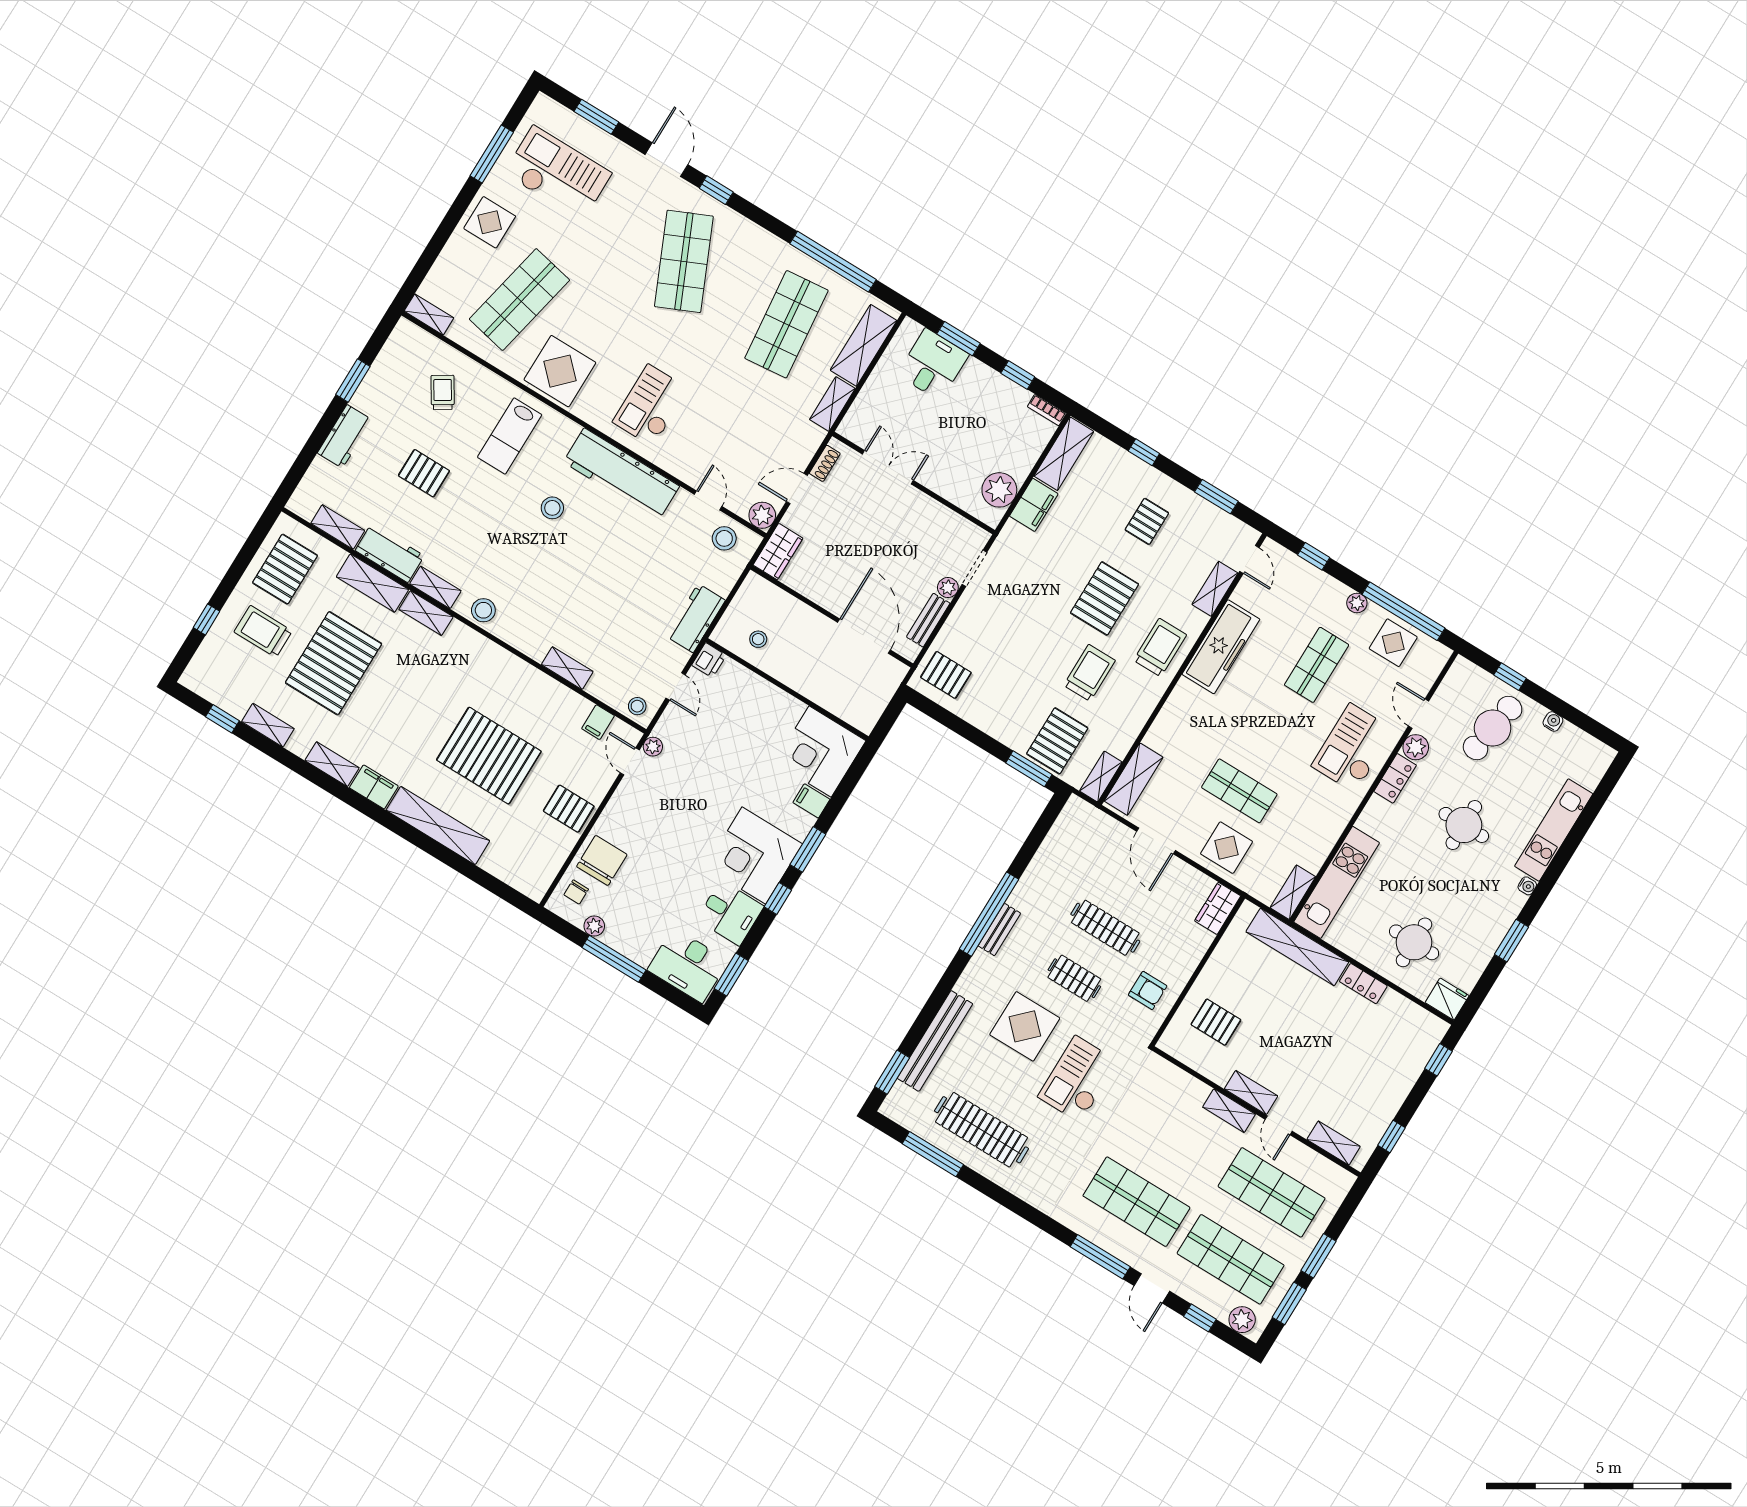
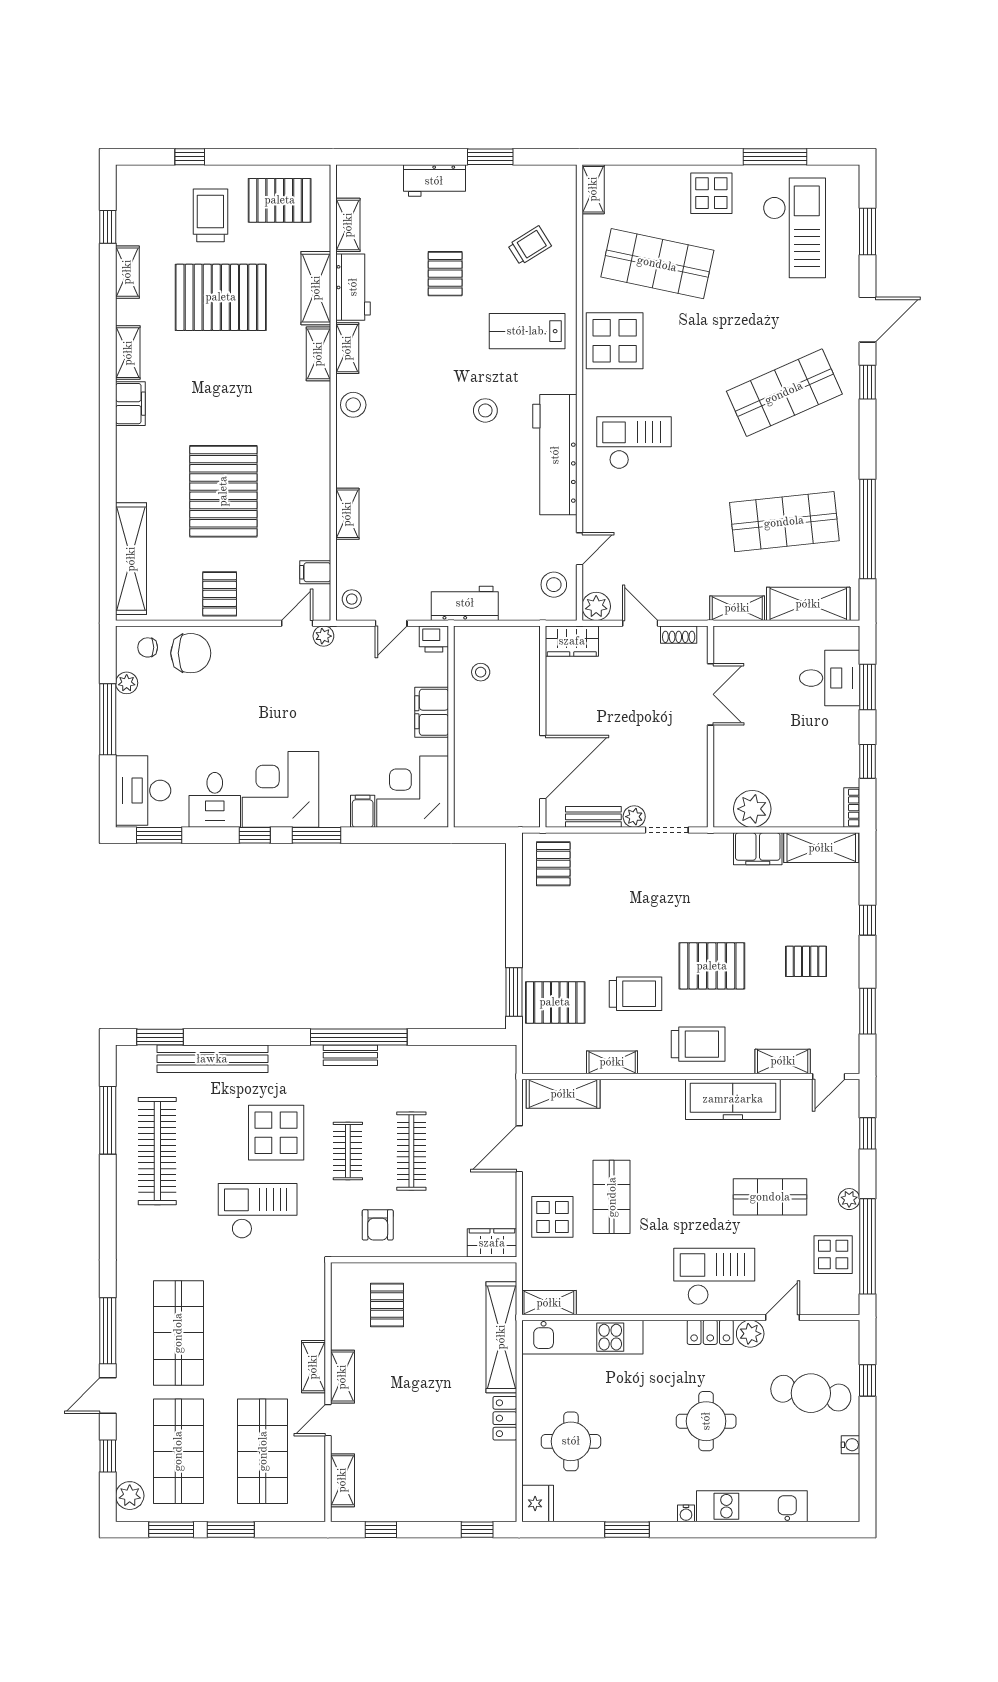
filing cabinet: (766, 698) -> (432, 712), added
shelving: (1101, 777) -> (612, 1062), moved
shelving: (438, 825) -> (131, 559), moved

